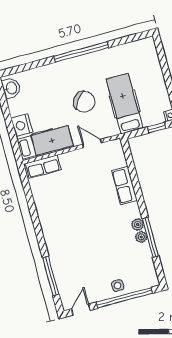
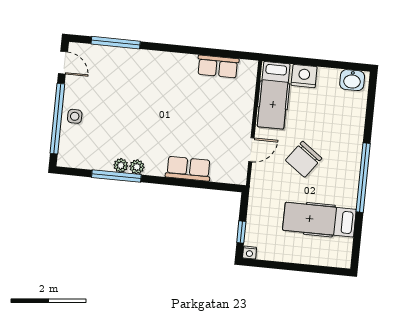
hospital bed: (125, 104) -> (319, 220), moved, turned 180
row of seats: (43, 167) -> (218, 66), moved, turned -90

